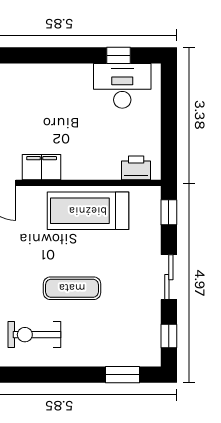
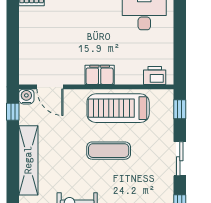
filing cabinet: (42, 167) -> (100, 75), moved
exercise mat: (72, 288) -> (109, 151), moved

